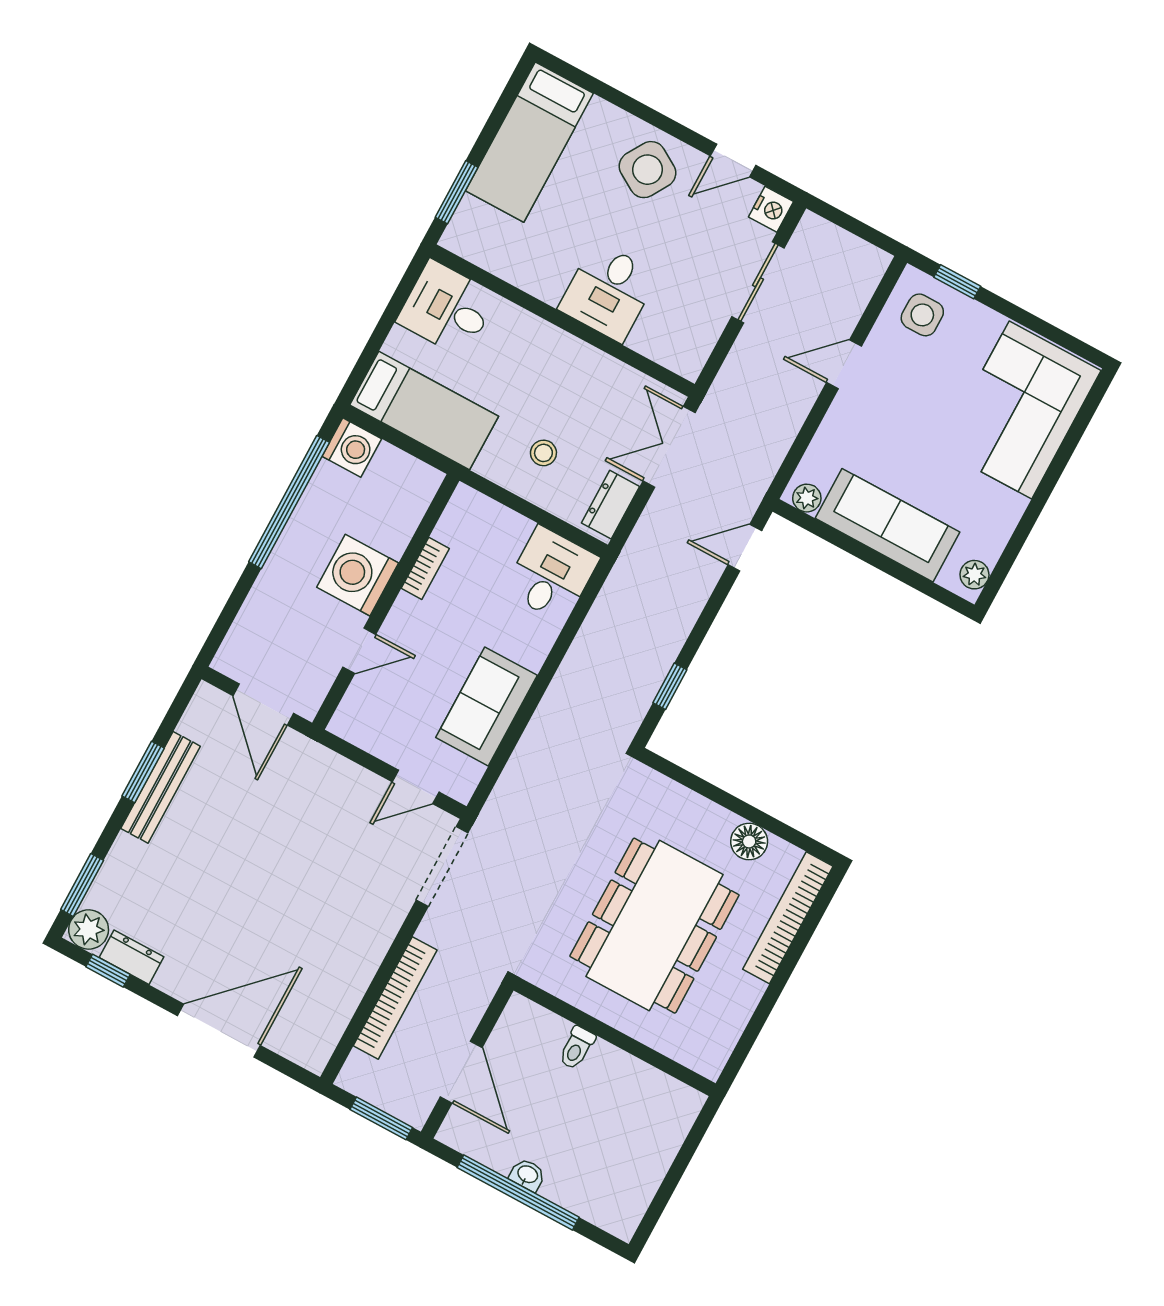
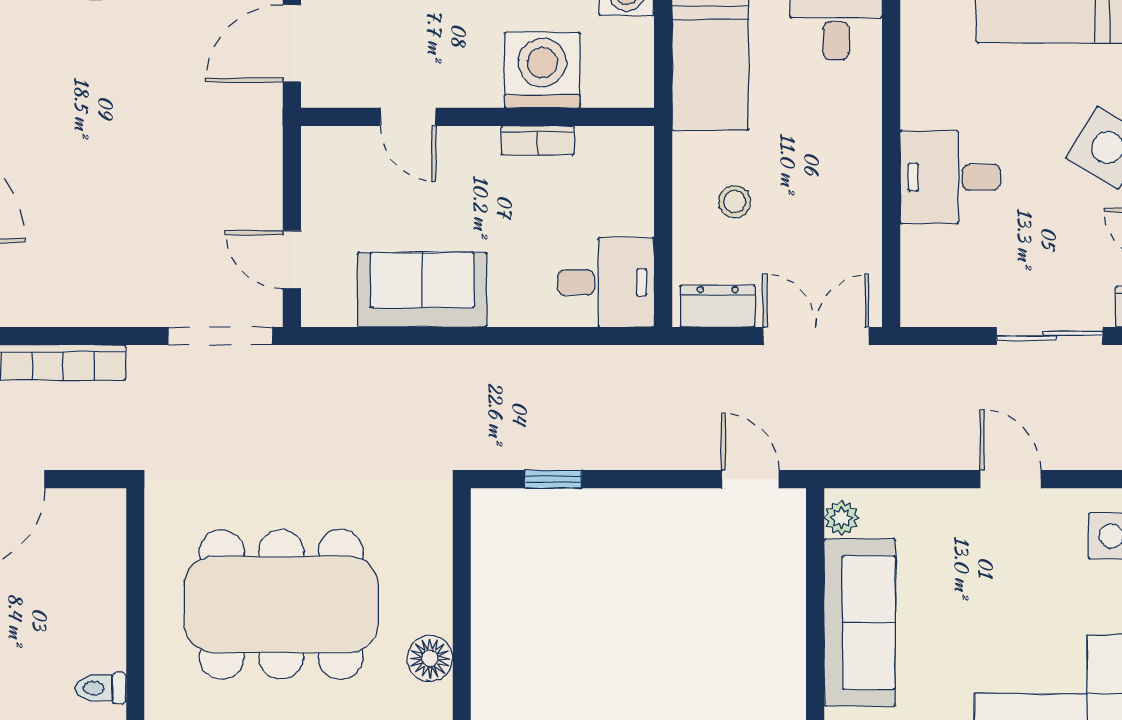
washing machine: (358, 575) -> (542, 70), moved
toilet: (577, 1048) -> (101, 688), moved

